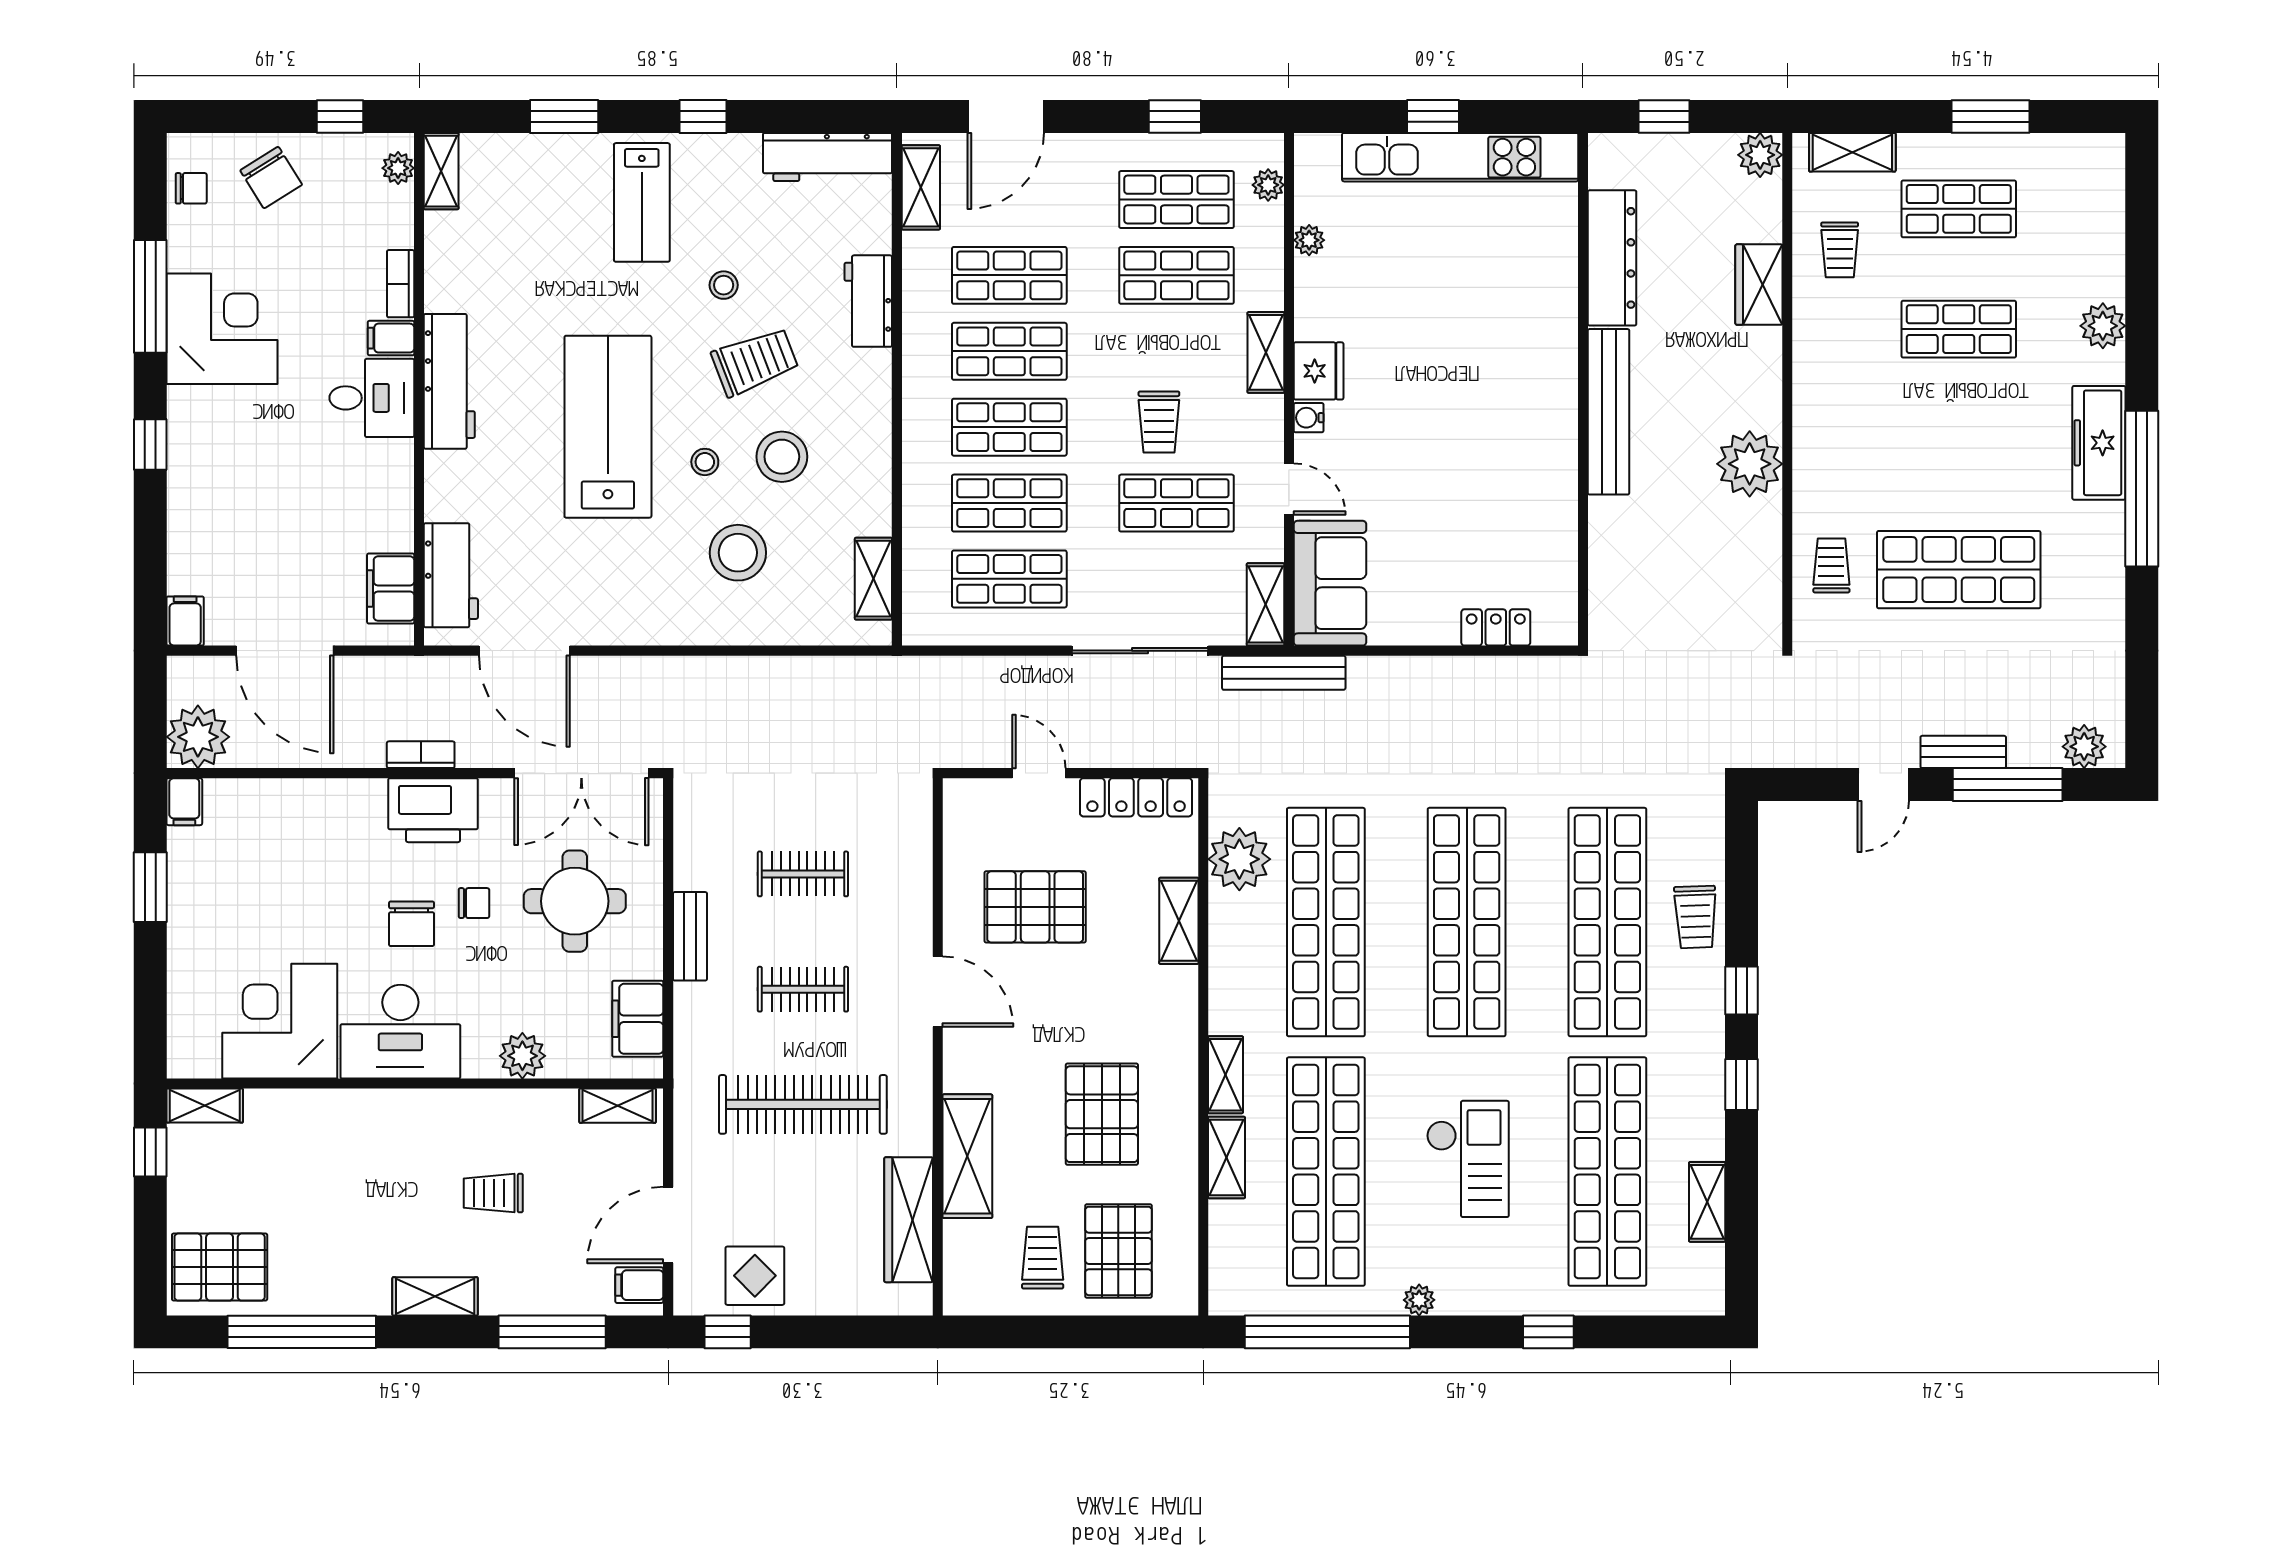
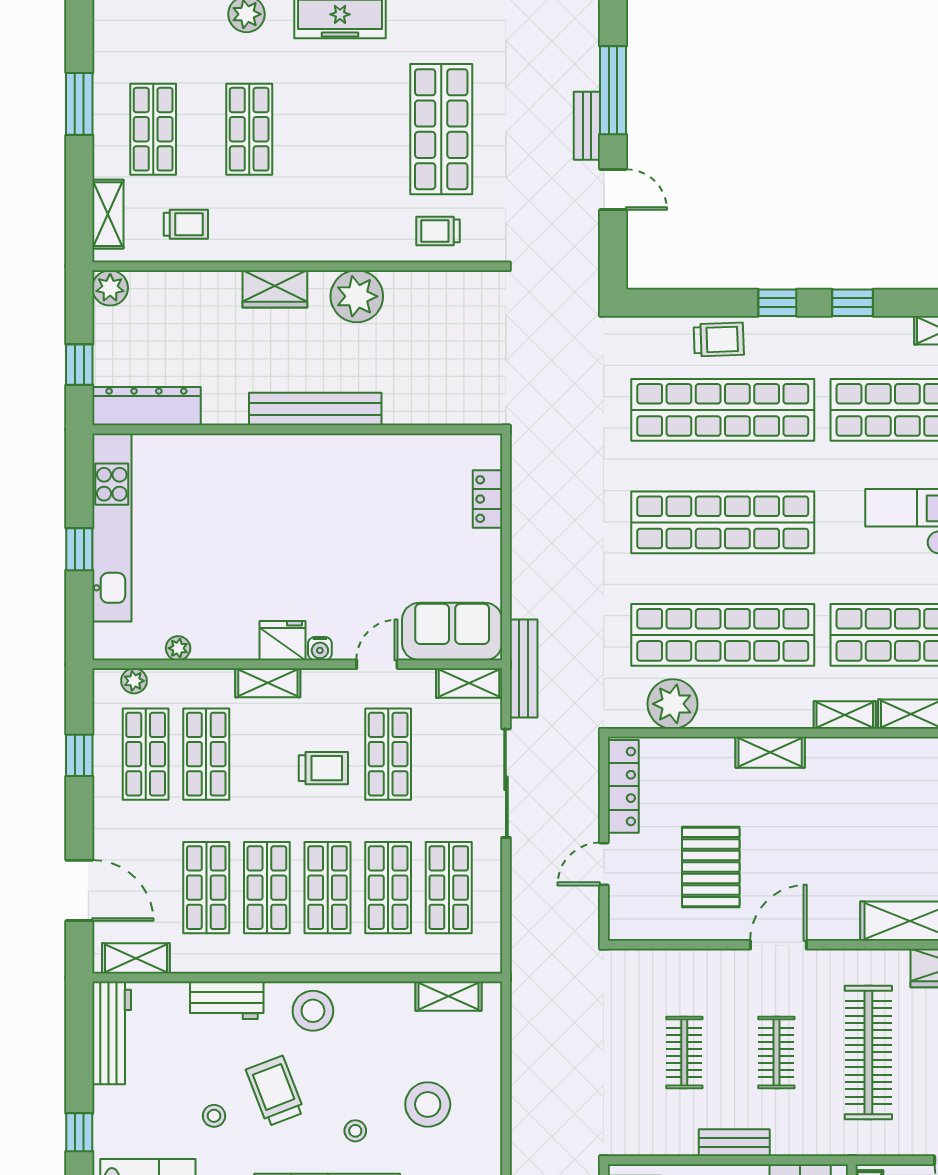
dresser: (1612, 258) -> (146, 406), moved
wardrobe: (1759, 285) -> (275, 289), moved
stool: (782, 457) -> (313, 1011), moved
plant: (2084, 747) -> (583, 29), removed
shelving: (1179, 921) -> (770, 752), moved
pallet: (1102, 1114) -> (876, 814), removed

